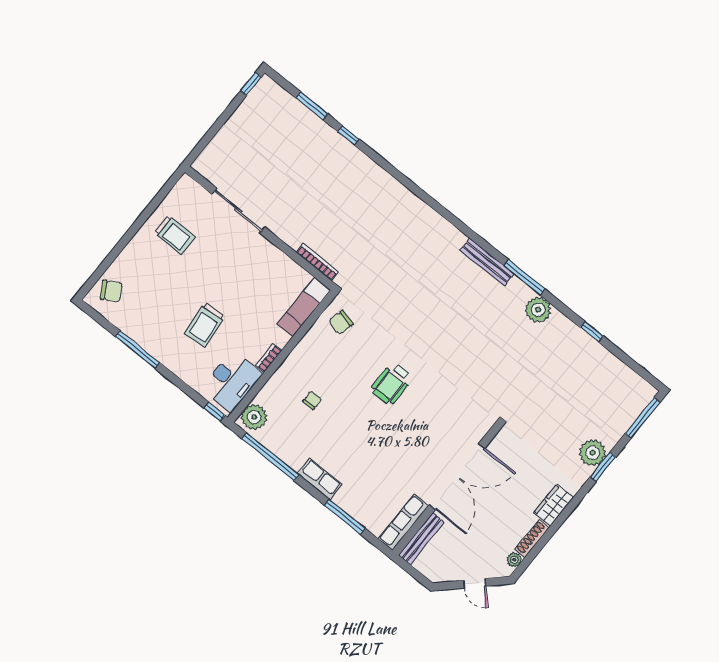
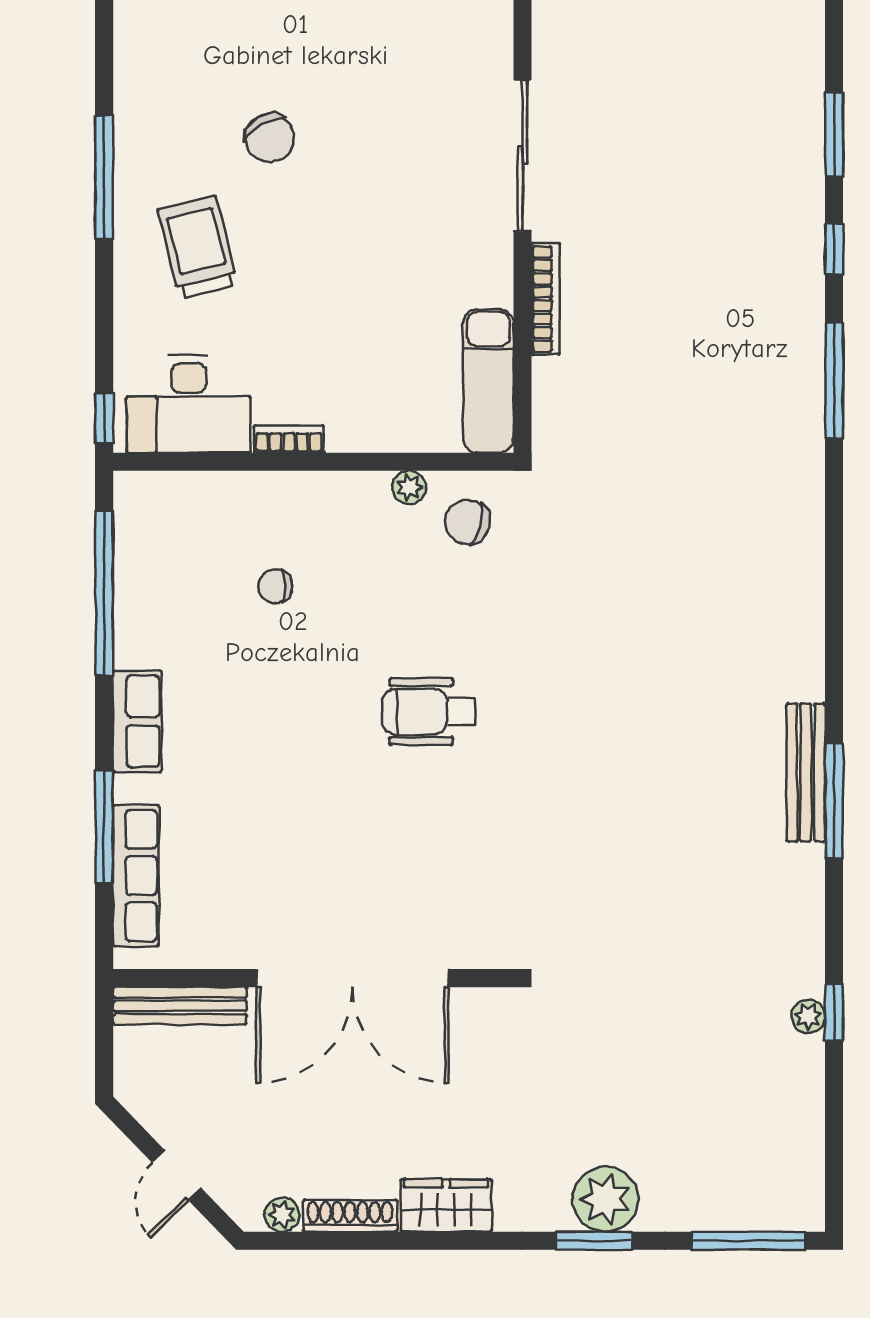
window: (390, 169) -> (834, 381), added
trolley: (174, 235) -> (378, 72), removed
bookcase: (317, 262) -> (546, 299), moved
bench: (487, 262) -> (806, 772), moved
chair: (111, 291) -> (270, 138), moved
exam couch: (304, 307) -> (488, 381), moved, turned -90
plant: (538, 310) -> (808, 1016), moved, width x0.53, depth x0.53
trolley: (205, 325) -> (198, 247), moved, turned 81
chair: (312, 400) -> (275, 586), turned 180
plant: (254, 417) -> (409, 487), moved, width x0.53, depth x0.53
row of seats: (403, 522) -> (136, 876), moved, turned 90

